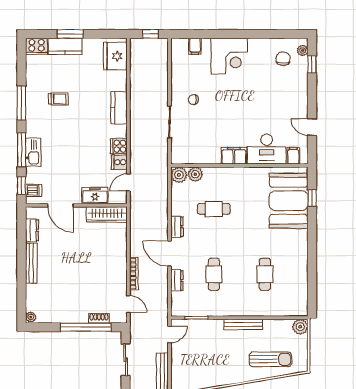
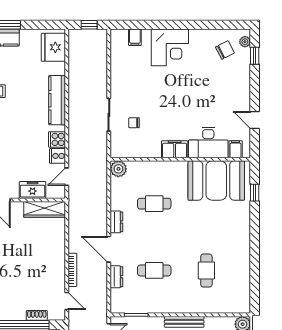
chair: (283, 59) -> (225, 50), turned 63
chair: (193, 100) -> (134, 123), moved
kitchen counter: (119, 108) -> (57, 100), width x1.50
plant: (195, 174) -> (135, 168), removed
booth: (289, 201) -> (216, 180), moved, turned 90
cafe table: (214, 274) -> (154, 270), turned 90

